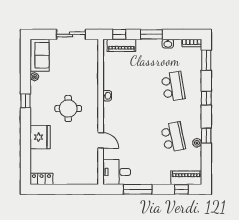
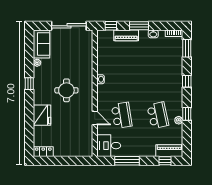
sliding door: (71, 34) -> (69, 26), width x1.37
piano: (121, 45) -> (126, 35), moved
school desk: (173, 87) -> (122, 115), moved

